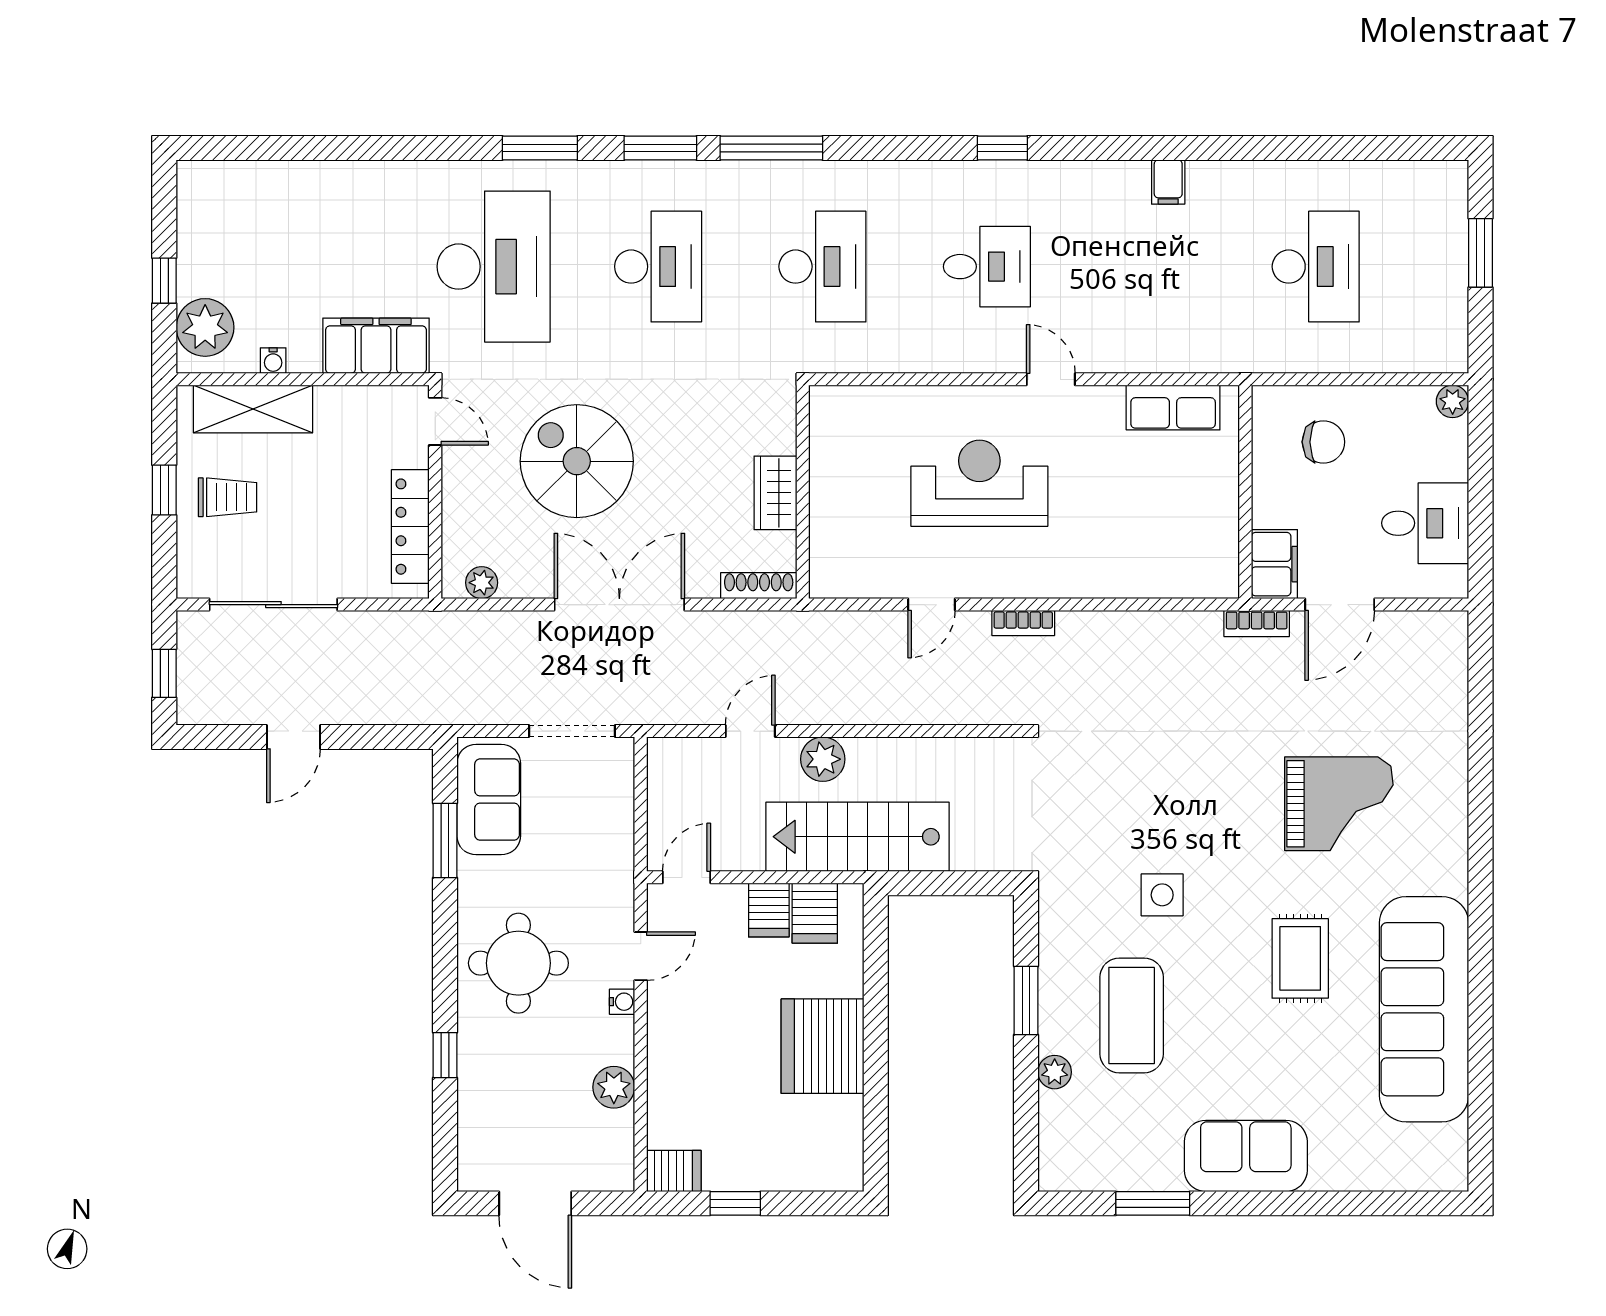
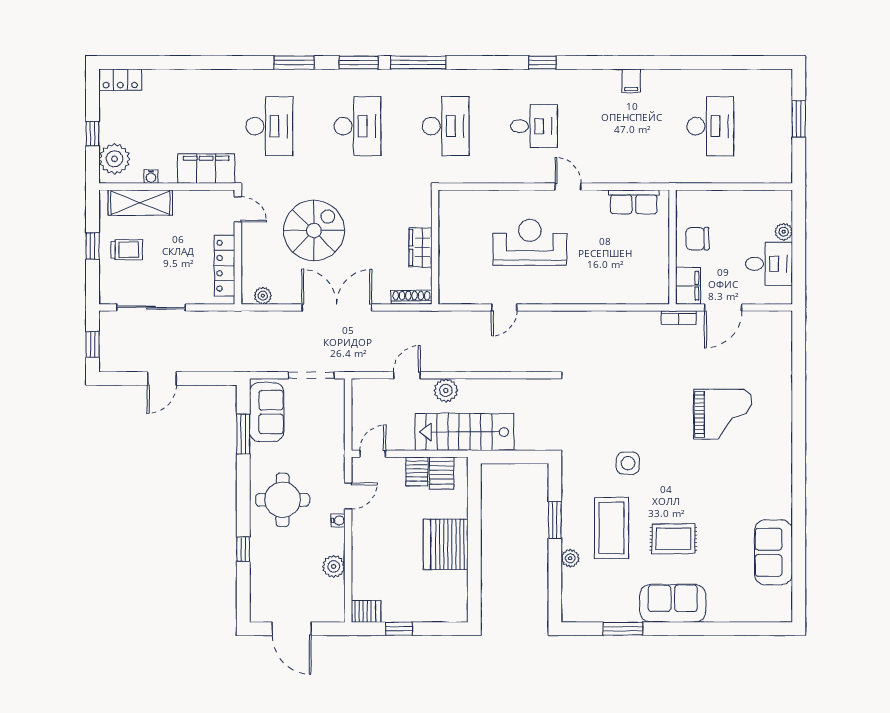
locker: (216, 180) -> (120, 80), added
desk: (494, 267) -> (269, 126), width x0.73, depth x0.77
plant: (1453, 401) -> (784, 232), moved
chair: (1323, 442) -> (697, 239), moved, turned 180
spiral stairs: (577, 461) -> (314, 231), turned 90
bookcase: (1023, 623) -> (553, 317), removed
rug: (1300, 958) -> (673, 539), moved, turned 90
sofa: (1424, 1009) -> (773, 552), width x0.54, depth x0.79

